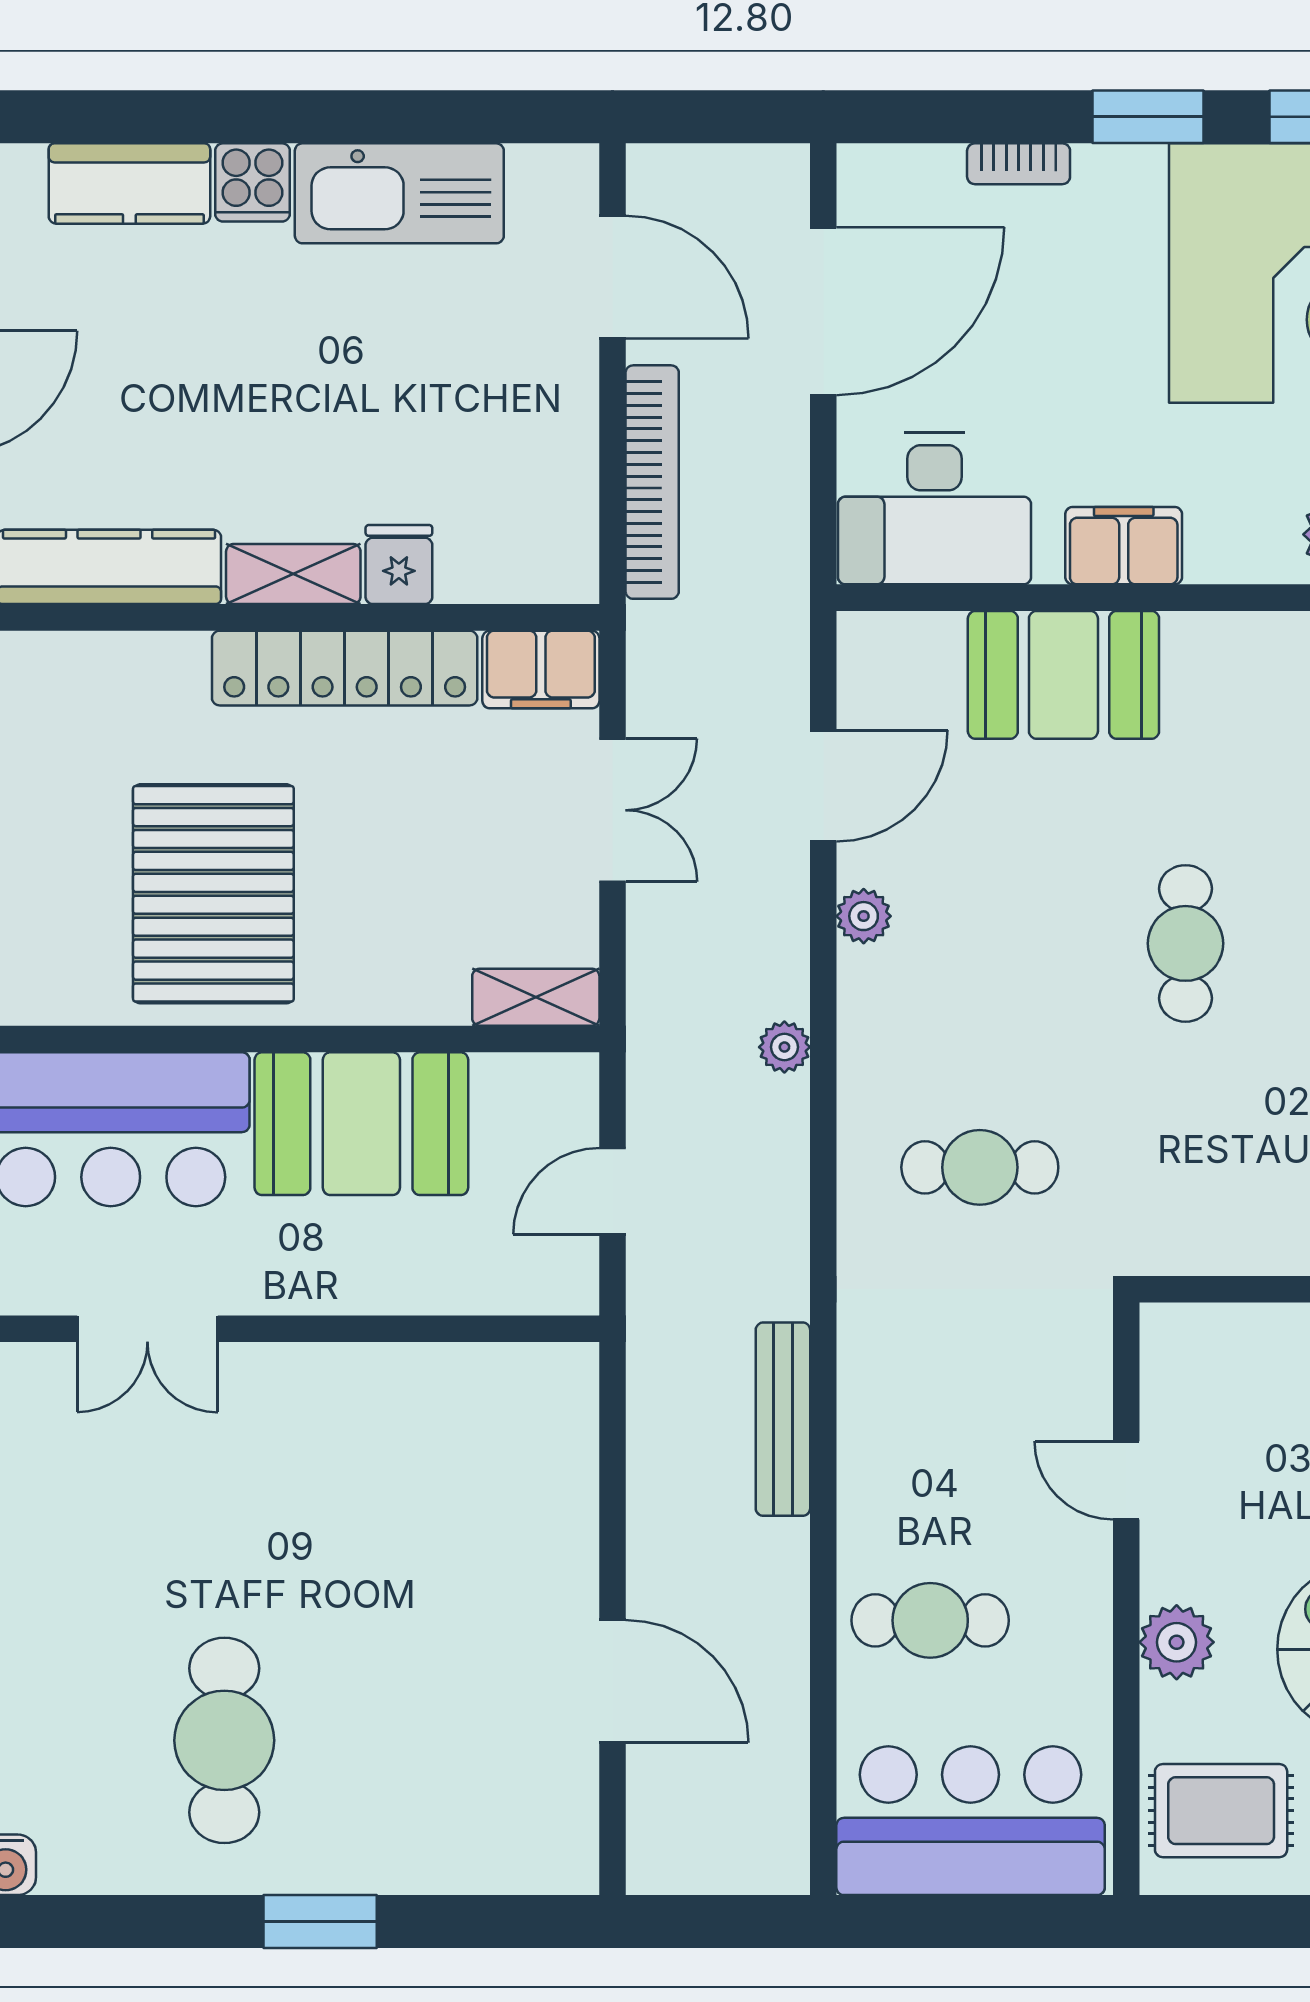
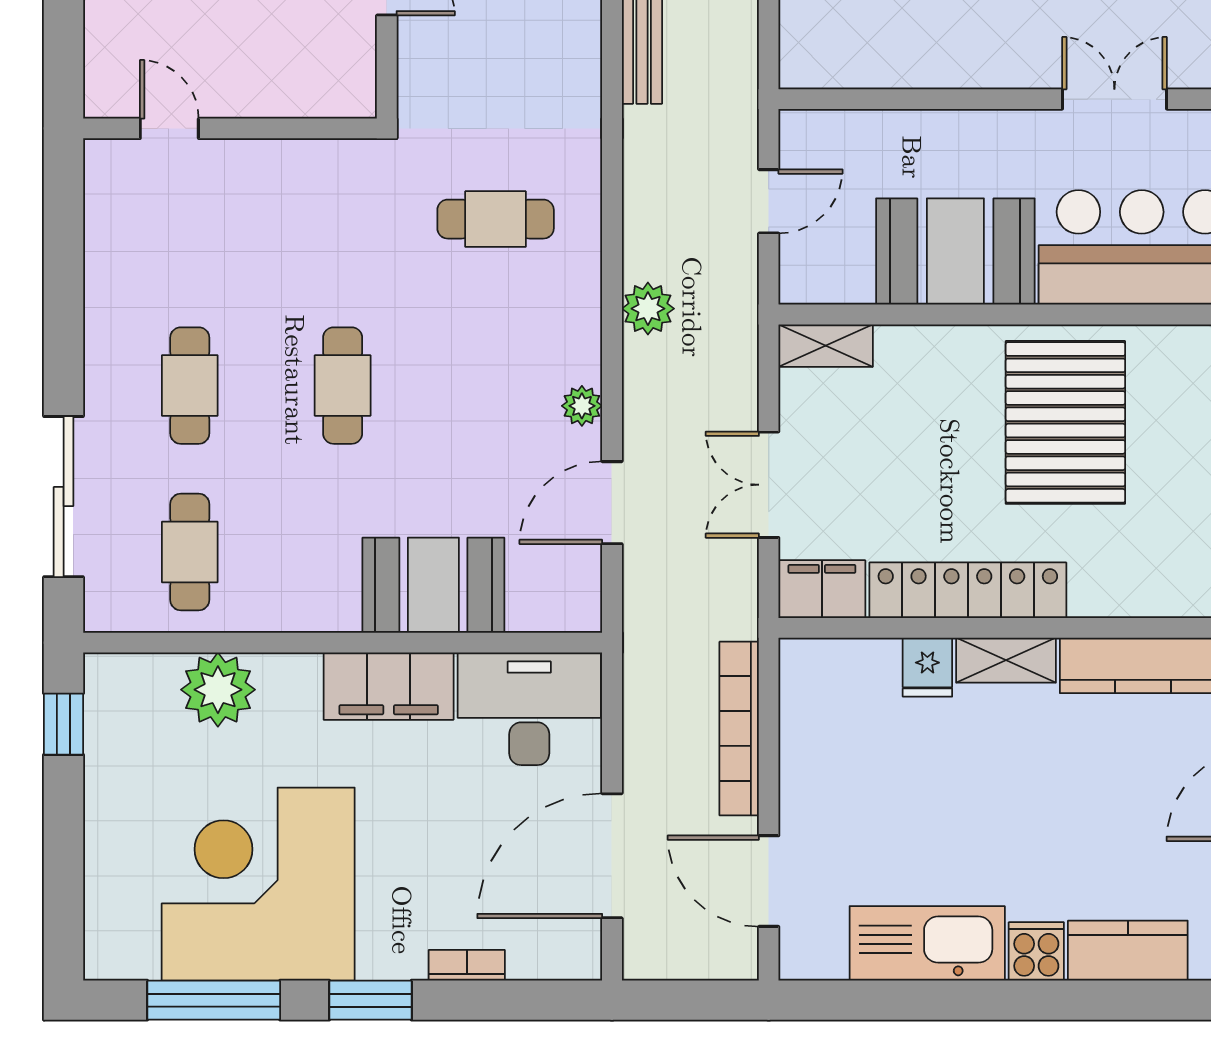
filing cabinet: (1124, 546) -> (389, 686), width x1.50, depth x1.17
plant: (784, 1047) -> (648, 309), width x1.38, depth x1.38

